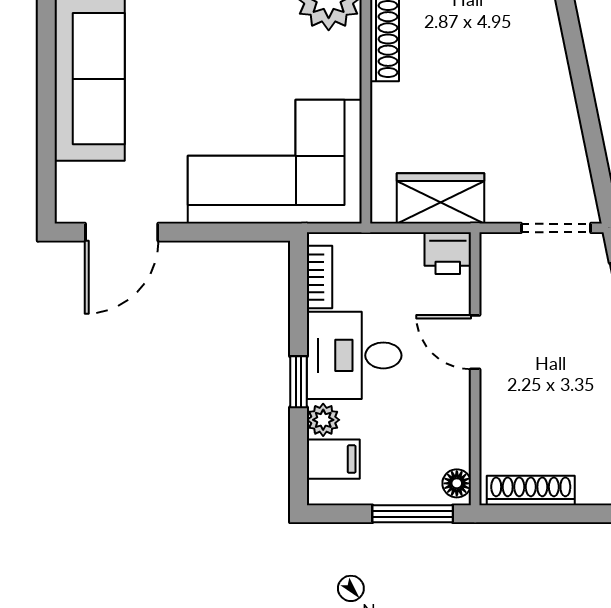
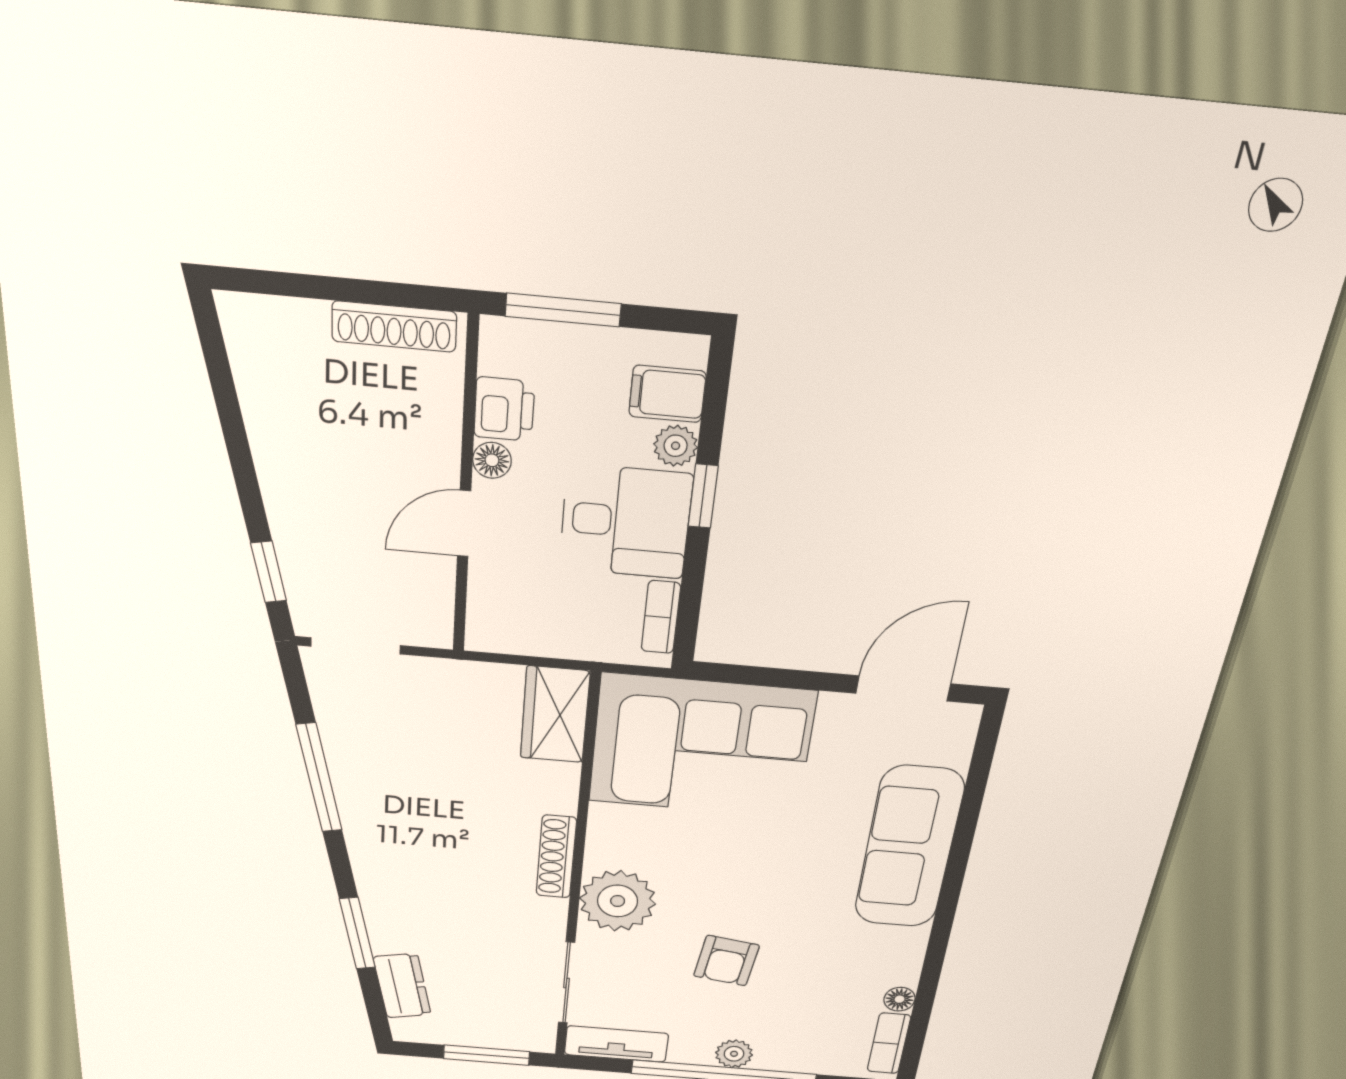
window: (585, 99) -> (319, 778), added
wardrobe: (440, 198) -> (555, 715), moved, turned 90
printer: (448, 253) -> (504, 409), moved, turned 90
door: (475, 342) -> (464, 524), swing flipped
floor lamp: (457, 483) -> (492, 460), moved

